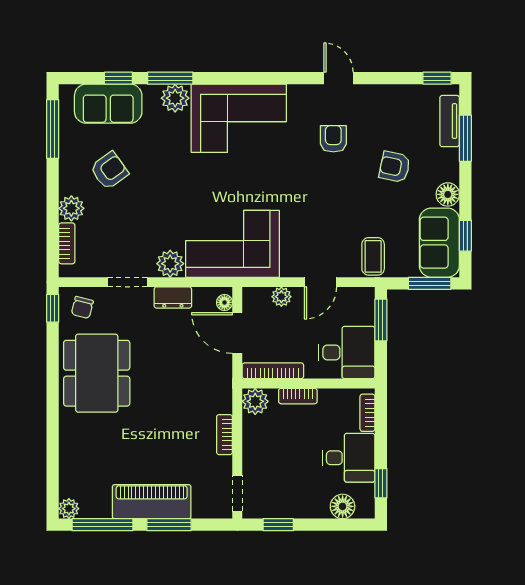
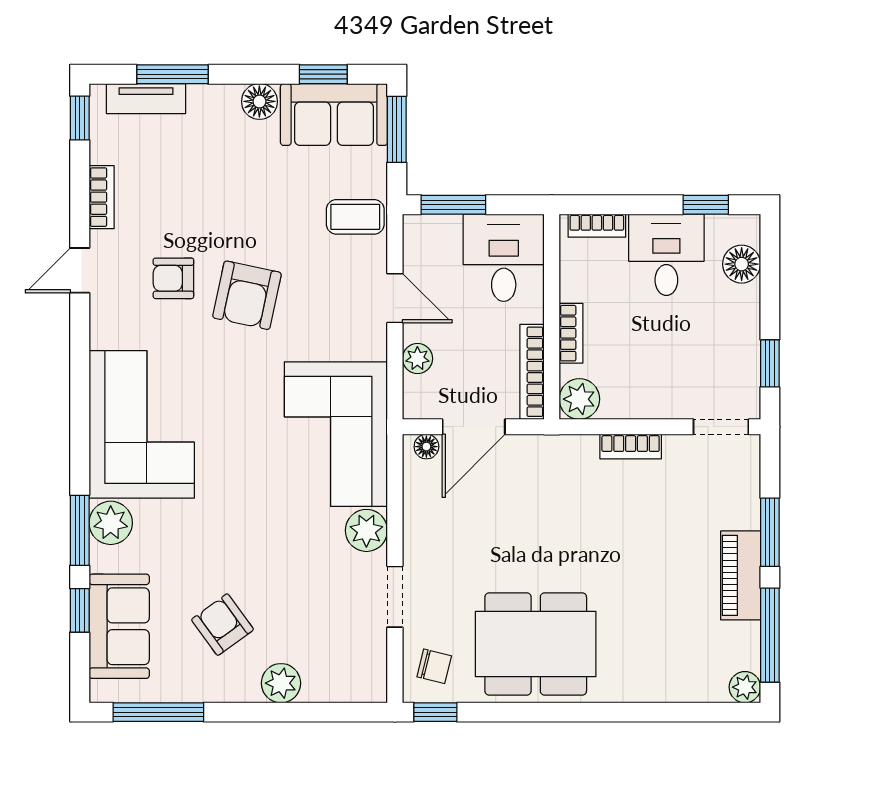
armchair: (395, 167) -> (247, 295), moved, width x1.38, depth x1.38
bookcase: (67, 243) -> (102, 197), moved, turned 90
dresser: (173, 298) -> (419, 526), removed
piano: (152, 502) -> (741, 575), width x0.73, depth x0.75

